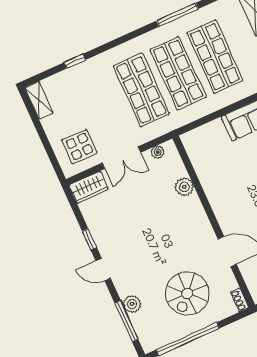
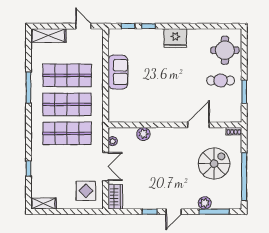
spiral stairs: (187, 293) -> (214, 164), turned -90

